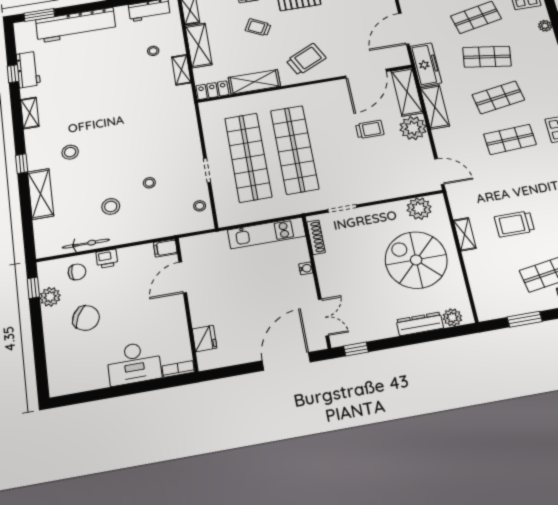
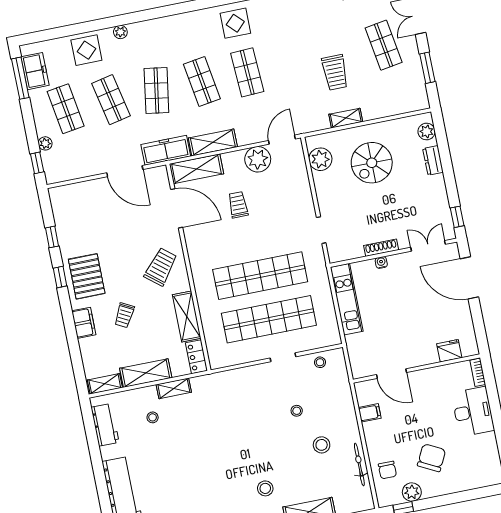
trolley: (306, 59) -> (161, 267), turned 65
plant: (413, 128) -> (258, 159), moved
shoe rack: (316, 237) -> (381, 248), moved
filing cabinet: (165, 248) -> (370, 413), moved, turned -90
printer: (107, 259) -> (374, 444), removed
spiral stairs: (416, 260) -> (372, 163), width x0.73, depth x0.73
chair: (77, 272) -> (387, 470), turned 180
dresser: (420, 324) -> (433, 160), width x0.70

